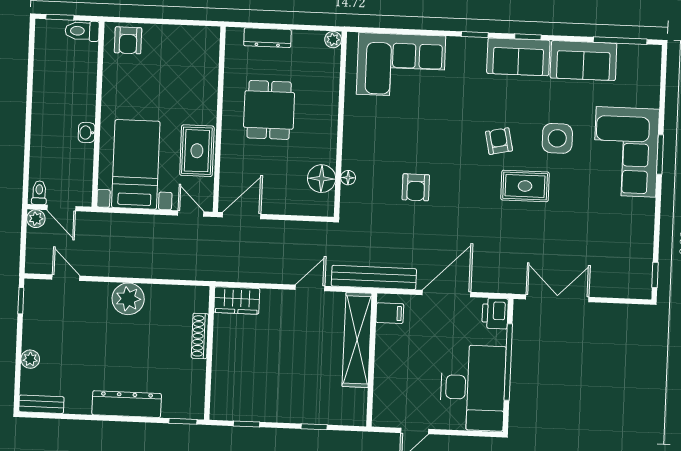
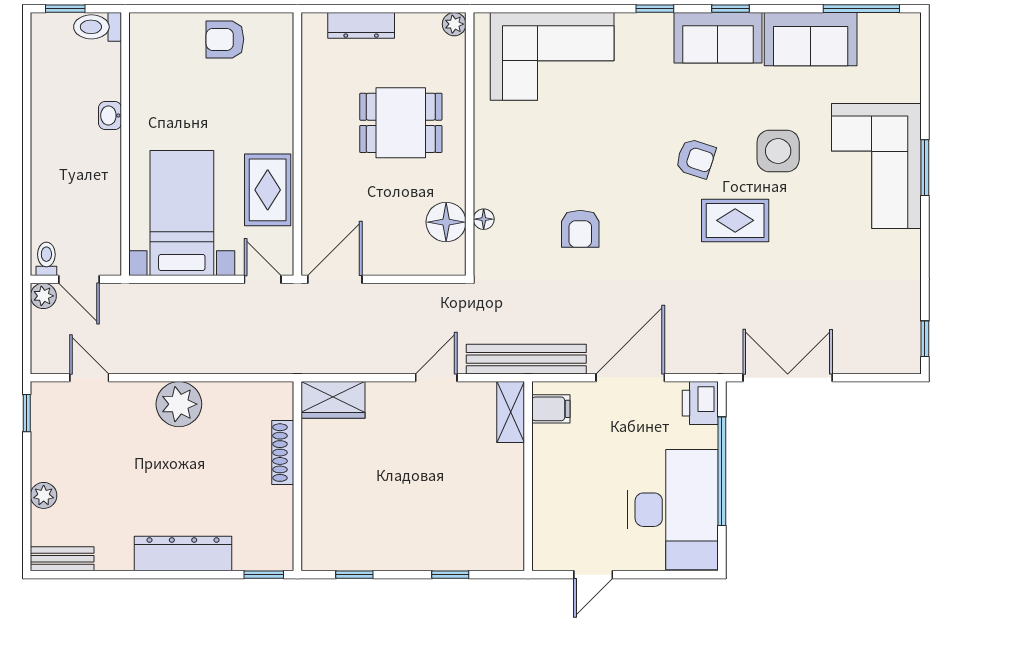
armchair: (128, 40) -> (225, 39), moved, turned 90
dining table: (269, 110) -> (401, 123), moved, turned 90
washbasin: (87, 133) -> (110, 115), moved
armchair: (499, 141) -> (696, 158), turned 120
shelving: (357, 340) -> (511, 412), width x0.45, depth x0.75

